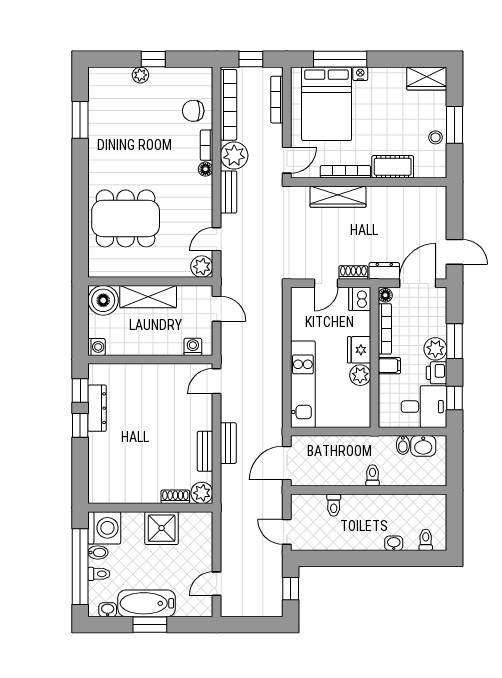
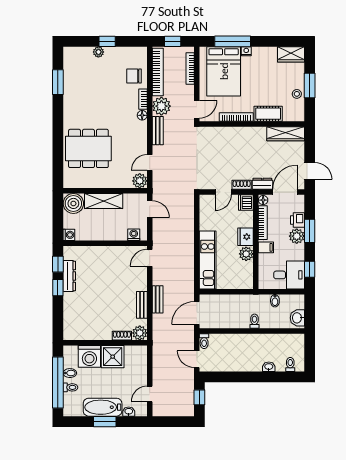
wardrobe: (338, 197) -> (286, 134), moved
printer: (437, 373) -> (298, 220), moved
washbasin: (423, 446) -> (297, 318), moved, turned 90
toilet: (334, 505) -> (204, 341), moved
washing machine: (104, 528) -> (89, 356), moved, turned 90
washbasin: (108, 610) -> (129, 412), moved

